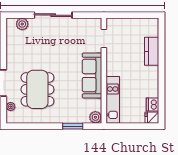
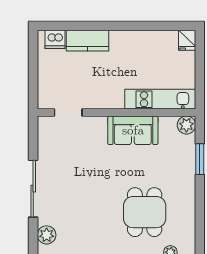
sofa: (92, 76) -> (133, 130), width x0.73
dining table: (37, 89) -> (145, 212), width x0.73
dishwasher: (153, 104) -> (55, 39), moved

